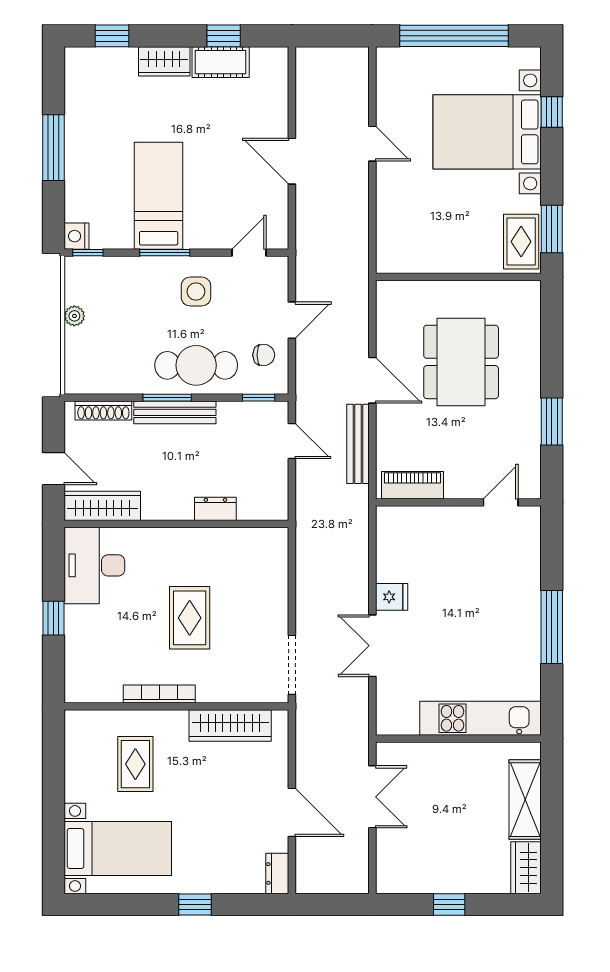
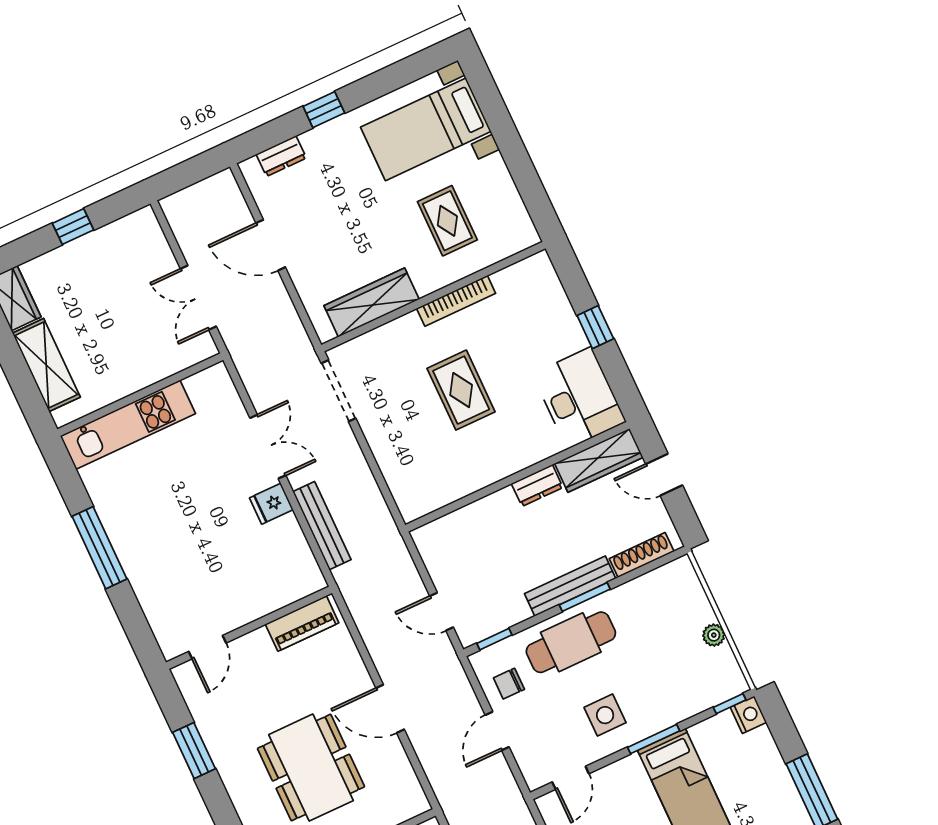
bench: (358, 444) -> (322, 526), moved
dresser: (215, 509) -> (537, 485), moved
dresser: (277, 873) -> (281, 156), moved, turned 90

